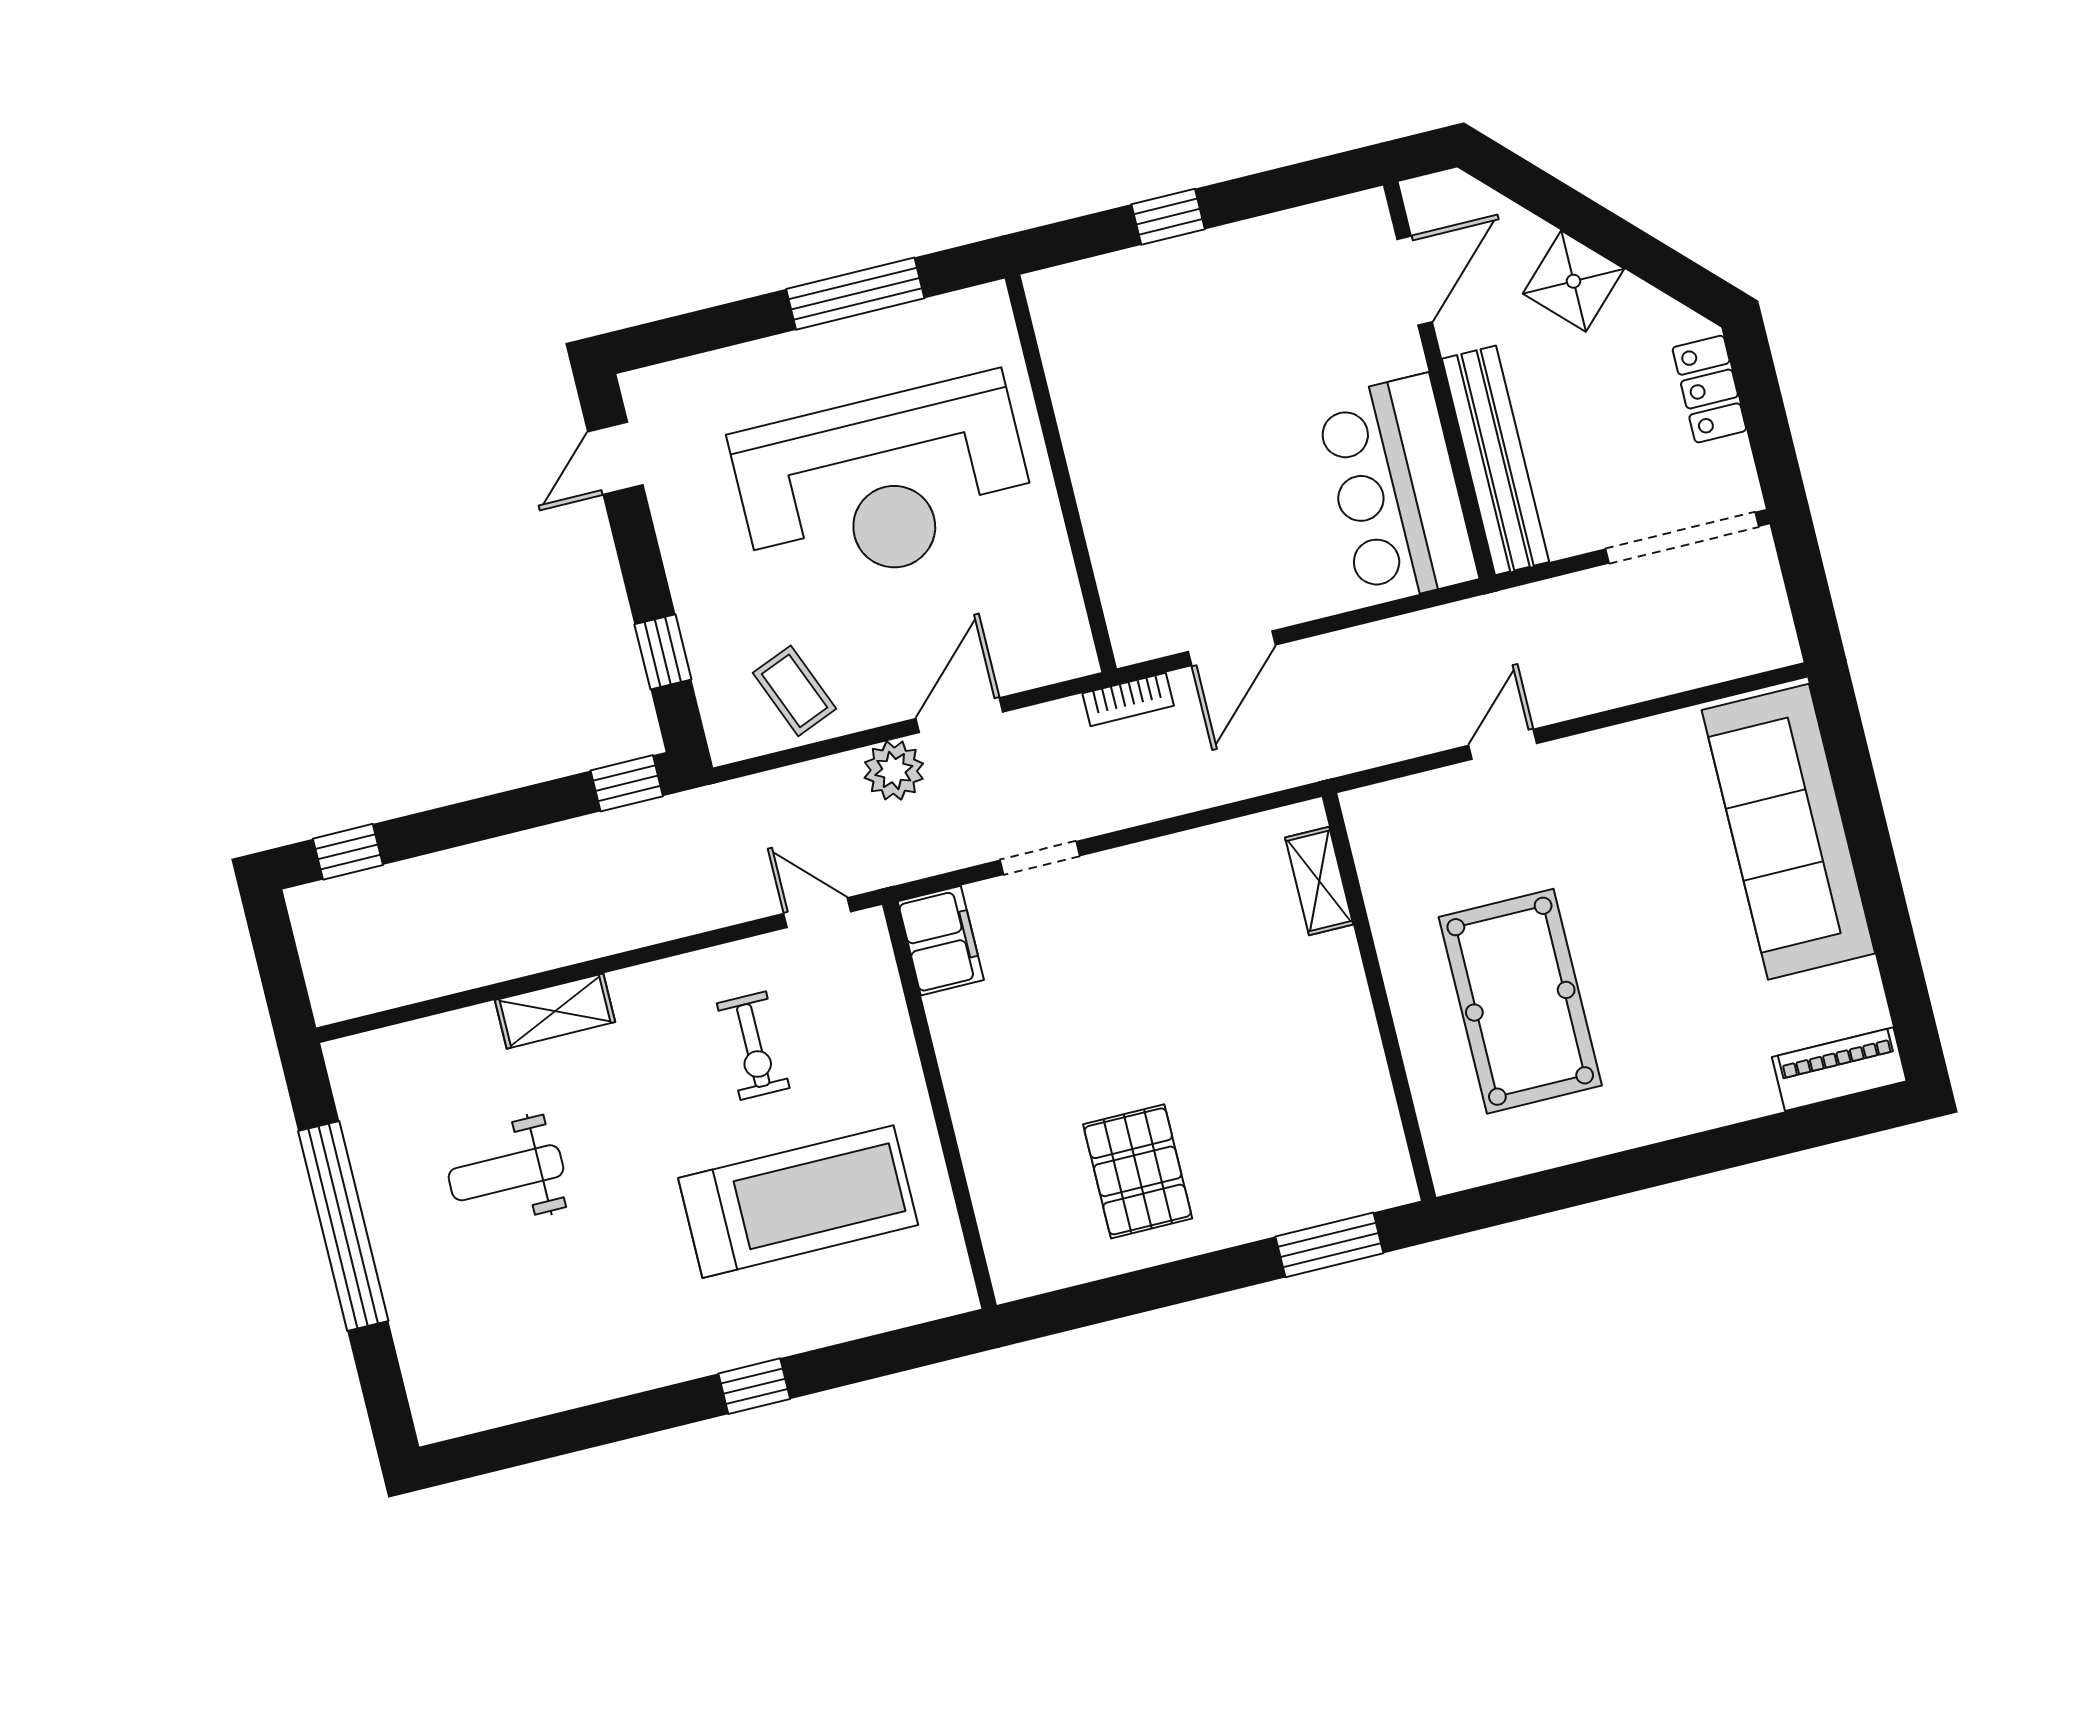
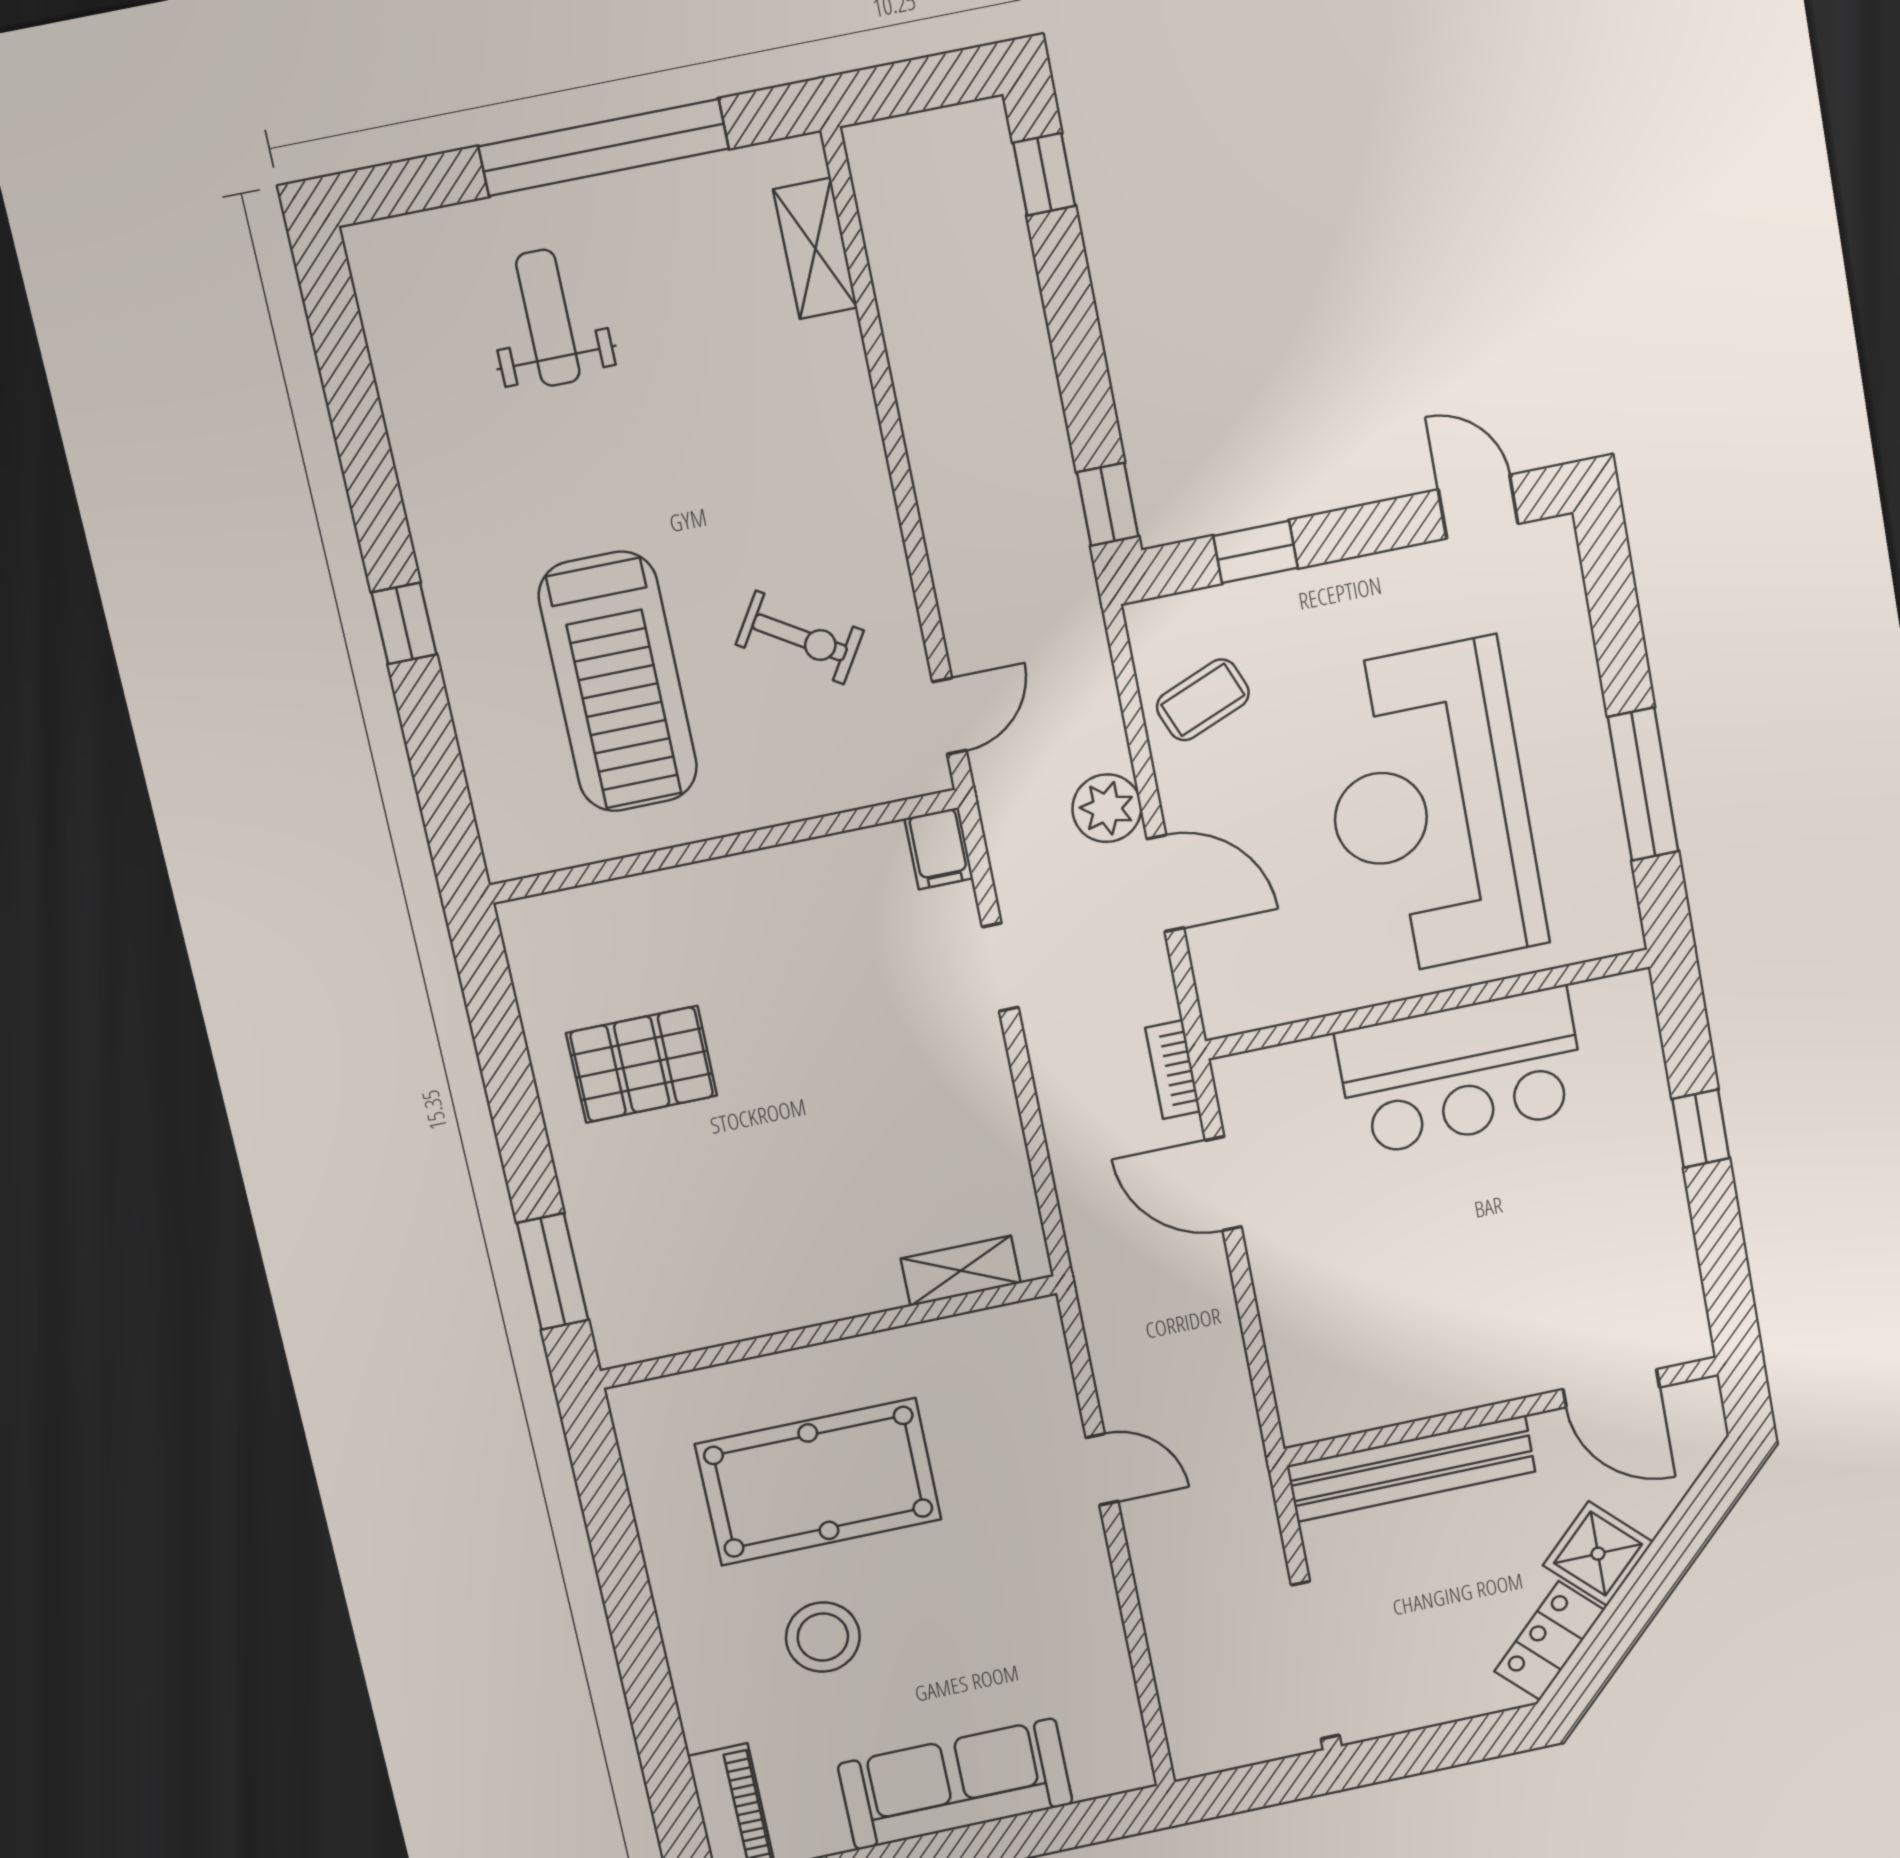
locker: (1709, 389) -> (1549, 1641), moved, turned -45
bar counter: (1397, 490) -> (1461, 1071), moved, turned 180
sofa: (1788, 832) -> (955, 1784), width x0.74, depth x0.79
filing cabinet: (941, 941) -> (939, 848), width x0.50
stool: (1668, 992) -> (823, 1637), added
shelving: (555, 1011) -> (815, 248), moved
exercise bike: (753, 1046) -> (800, 637), turned -148
weight bench: (506, 1173) -> (548, 318), moved

